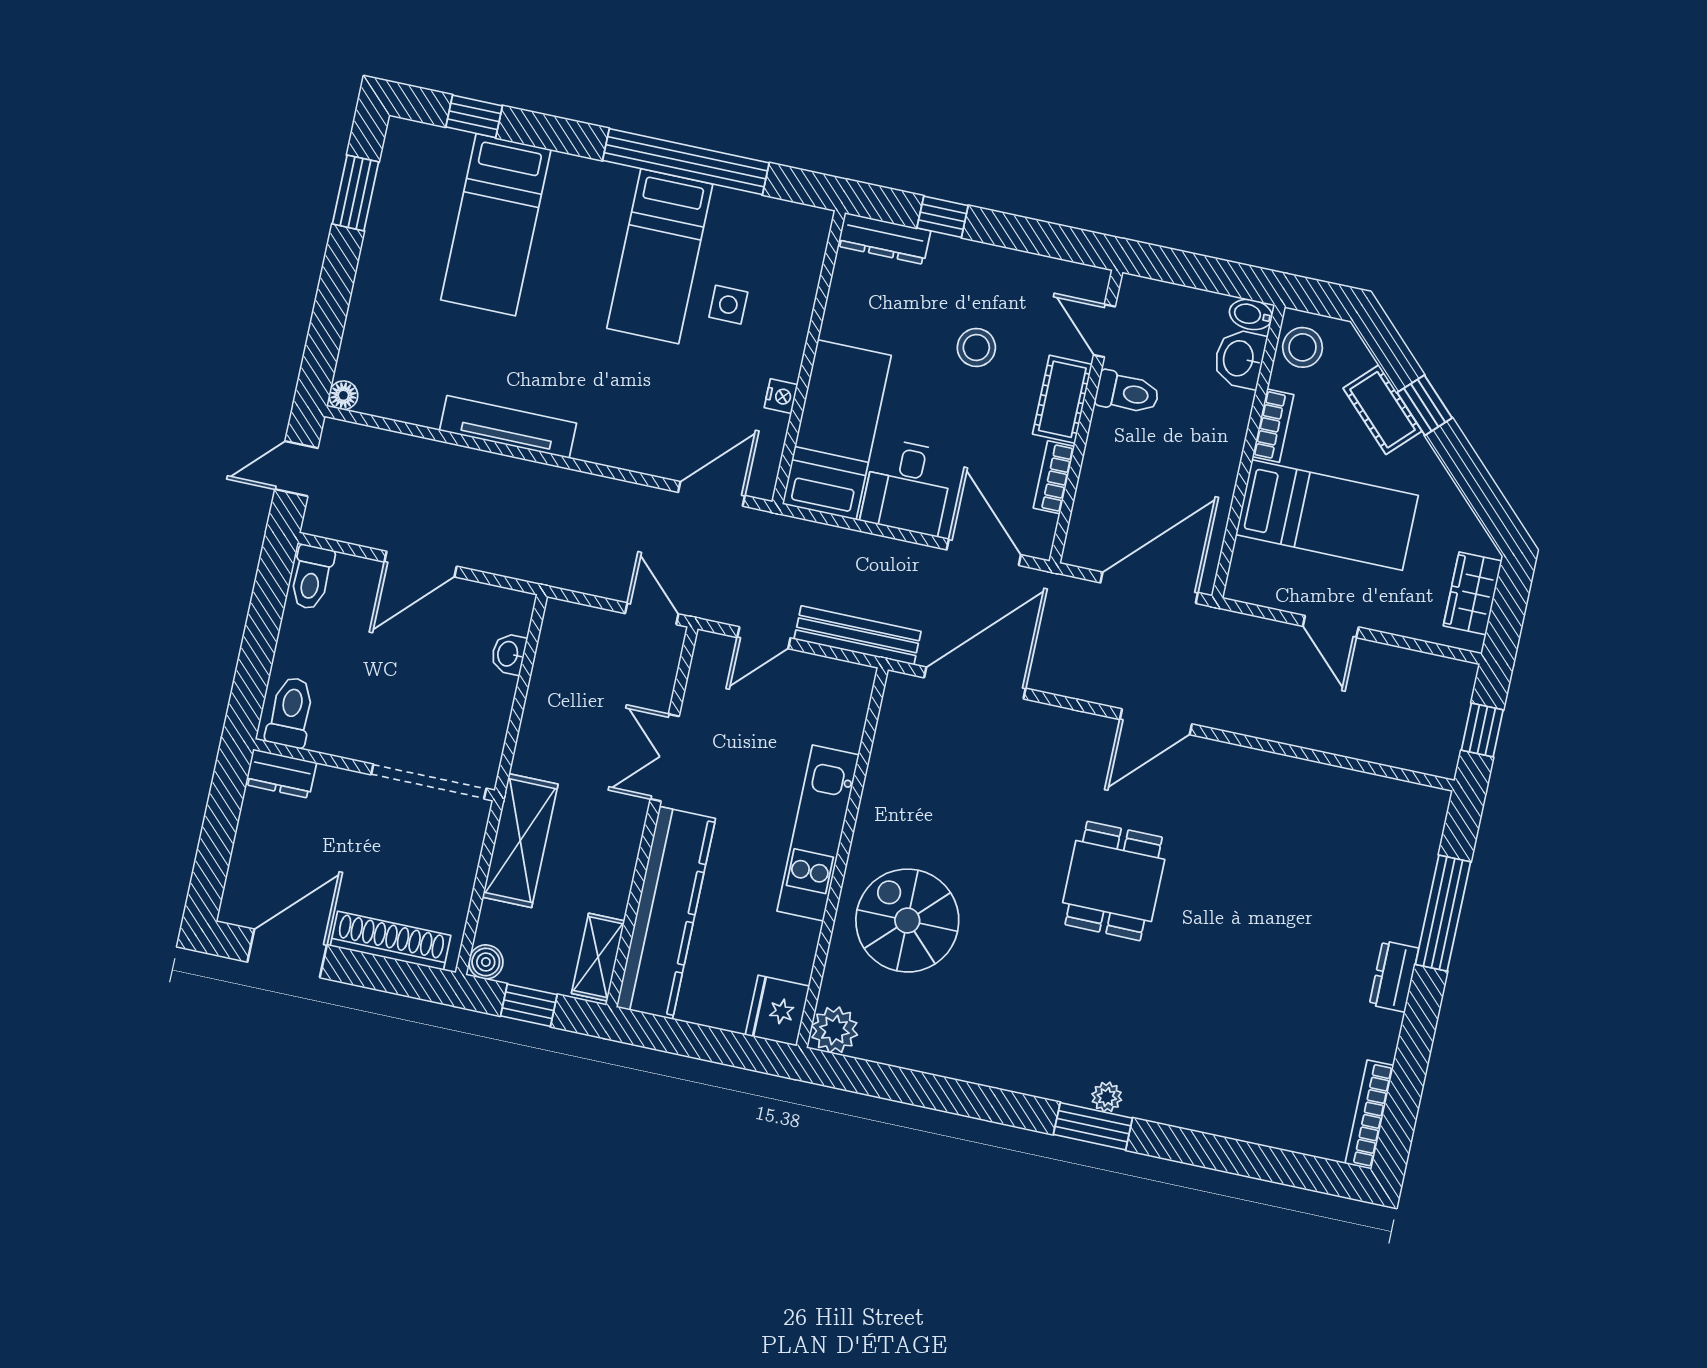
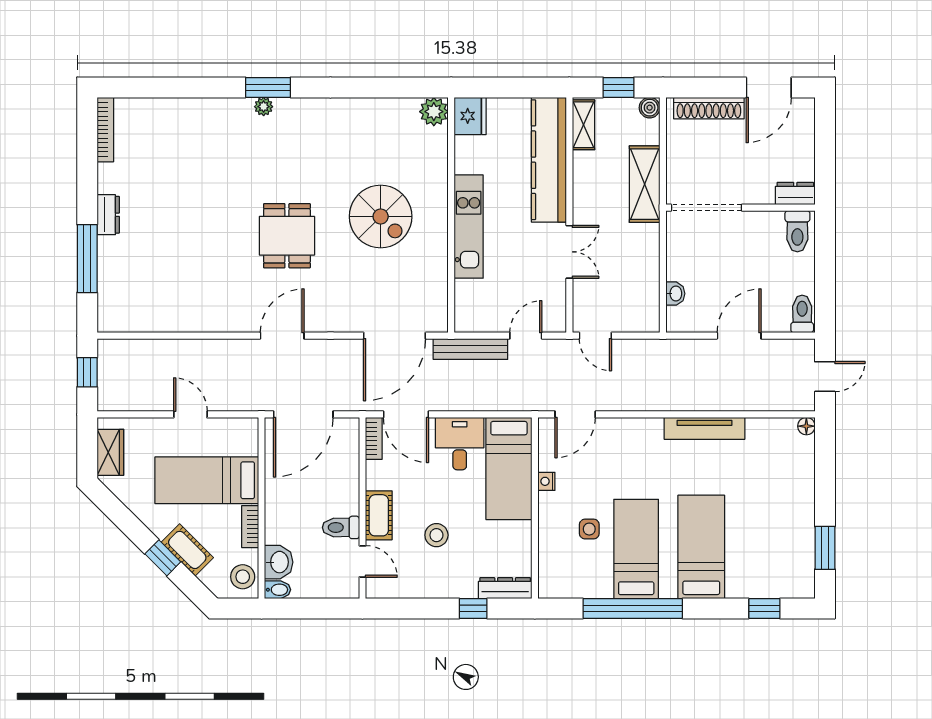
bed: (496, 225) -> (701, 547), moved
bookcase: (1054, 477) -> (374, 438), moved
spiral stairs: (907, 921) -> (381, 217), moved

